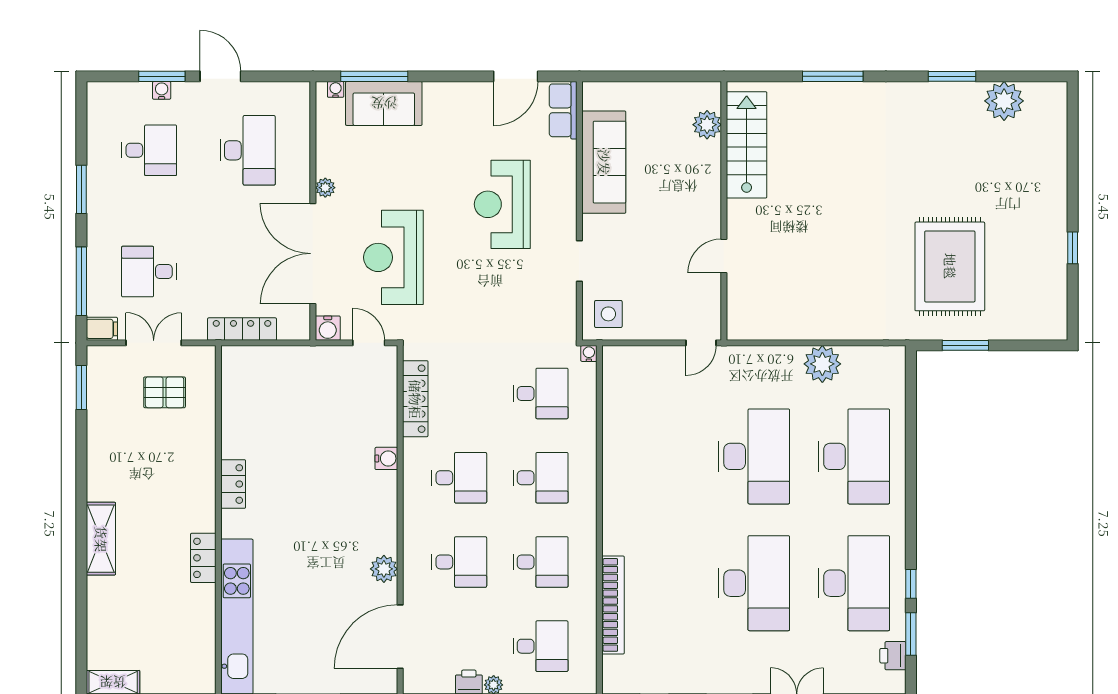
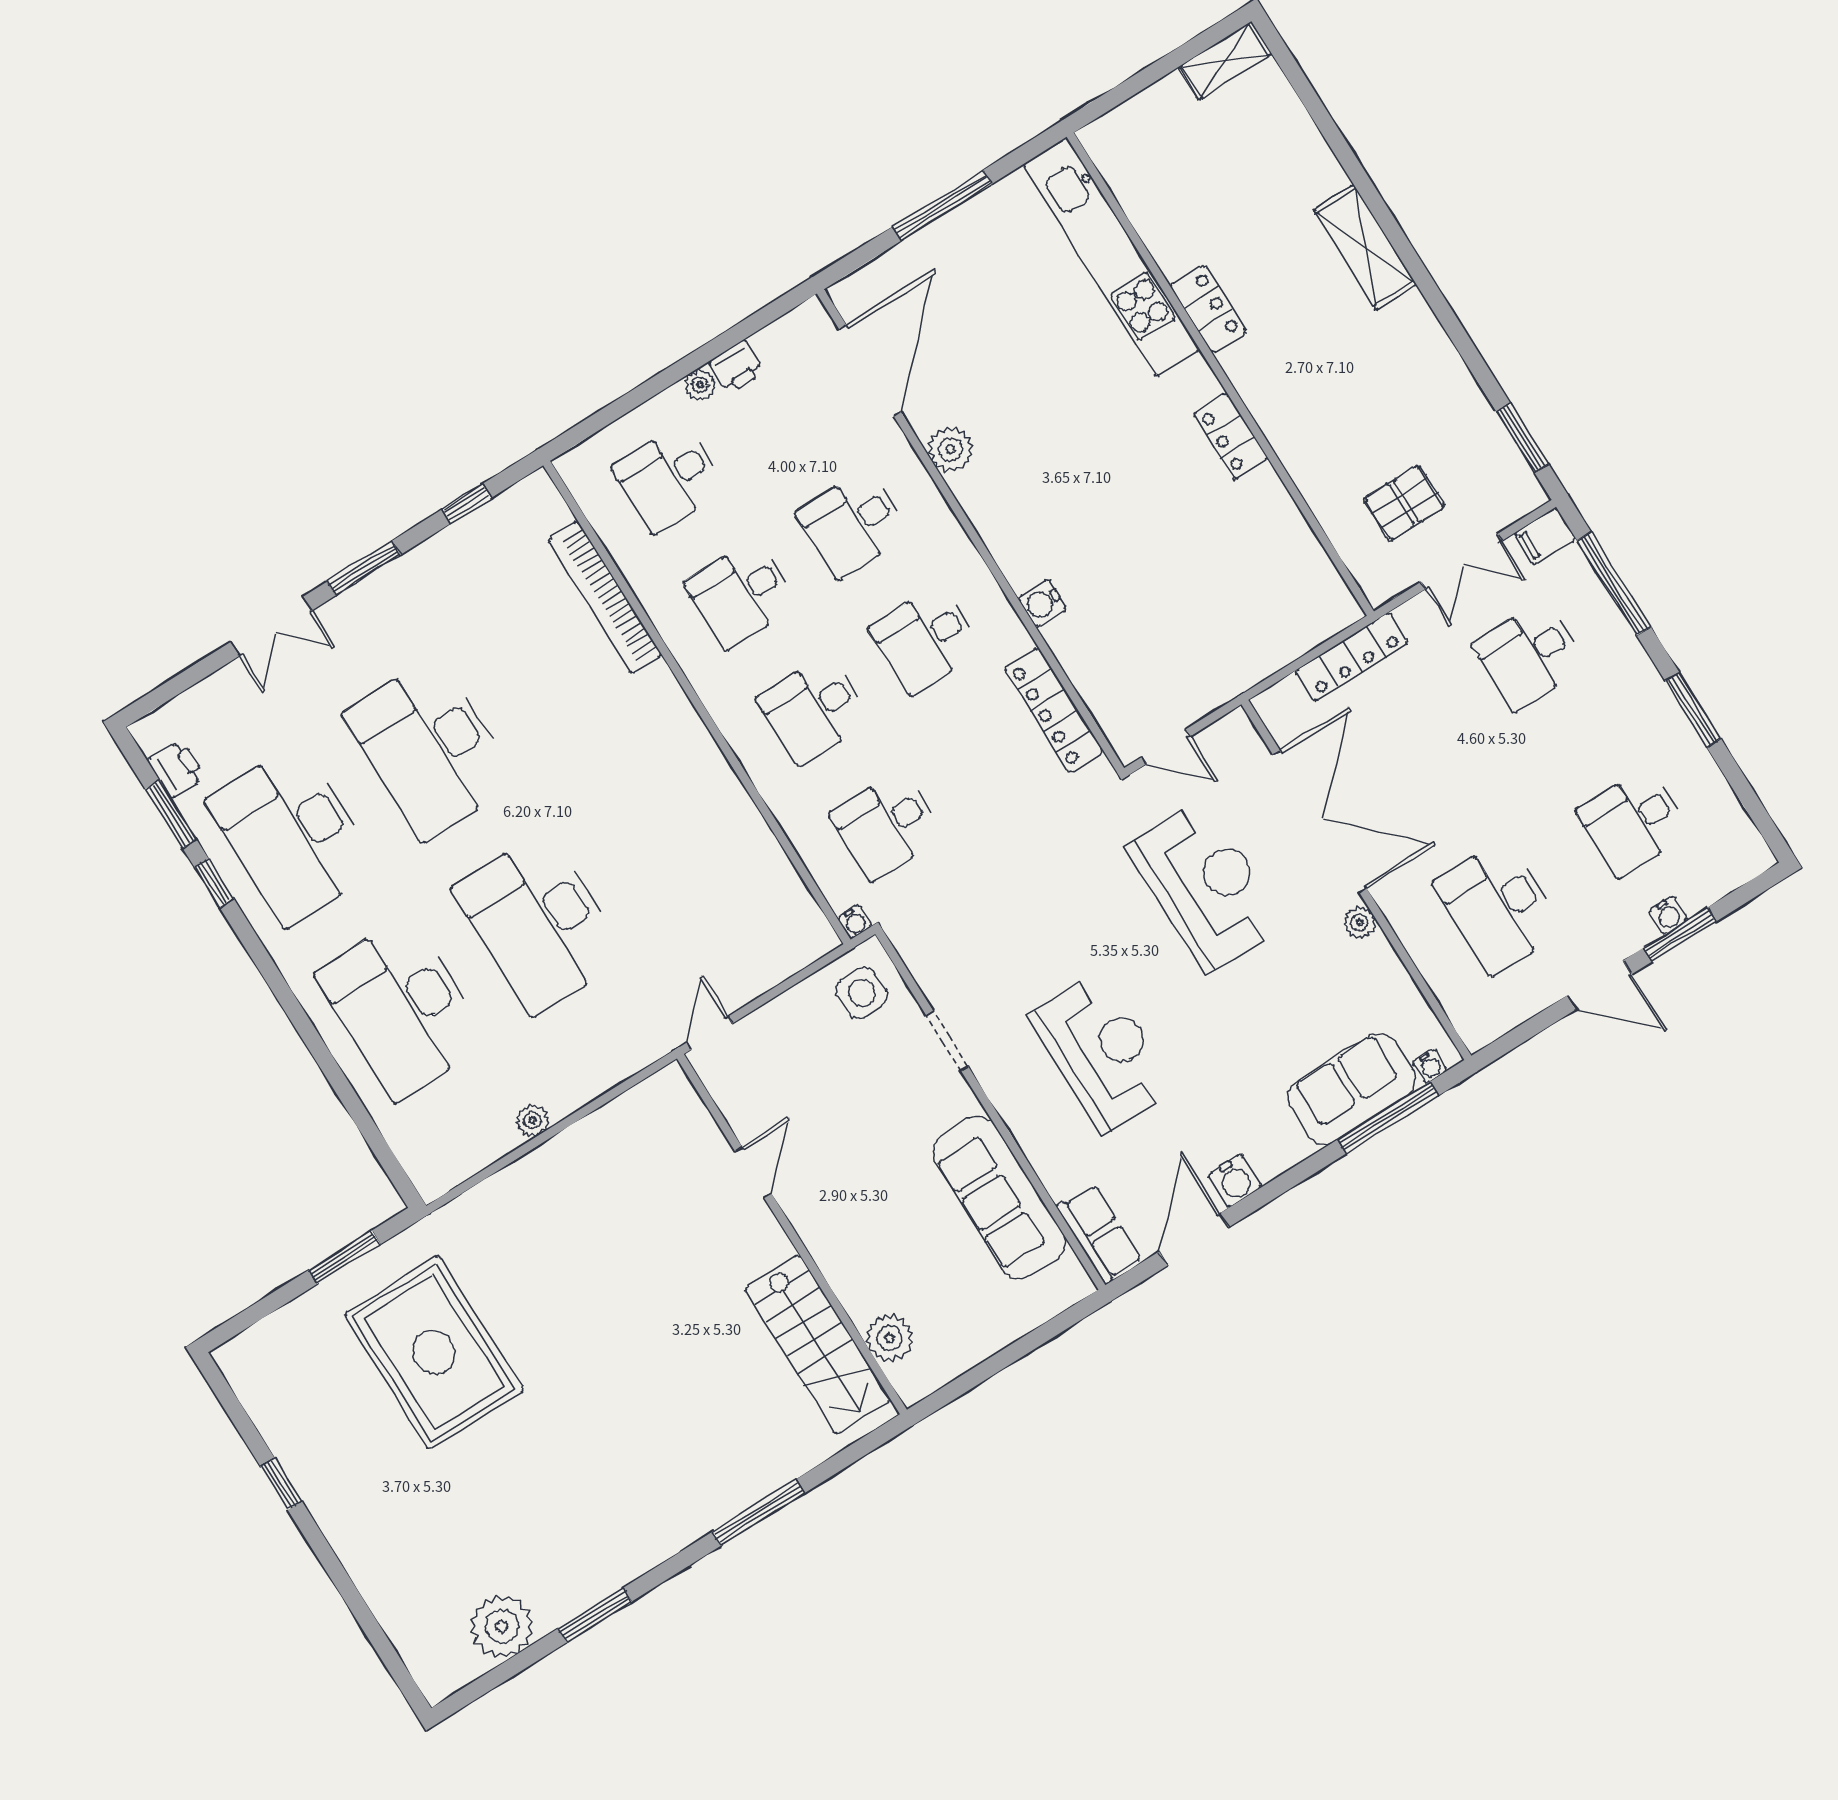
desk: (149, 272) -> (1529, 656), turned 180
water cooler: (328, 328) -> (1235, 1181), moved, turned 180
plant: (822, 364) -> (532, 1120), width x0.53, depth x0.53

